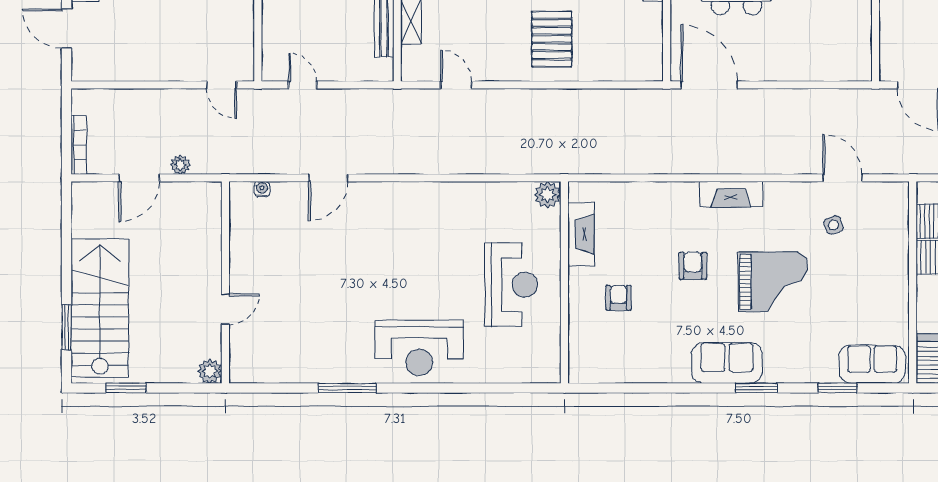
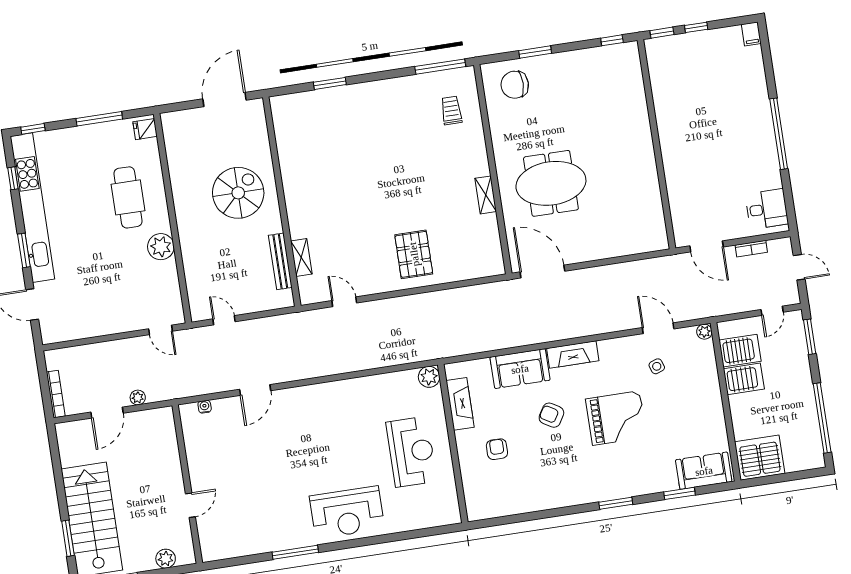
plant: (900, 191) -> (704, 332), added
armchair: (693, 266) -> (551, 415), turned -59
sofa: (727, 363) -> (520, 369), moved, turned 180
plant: (210, 371) -> (166, 559), moved

